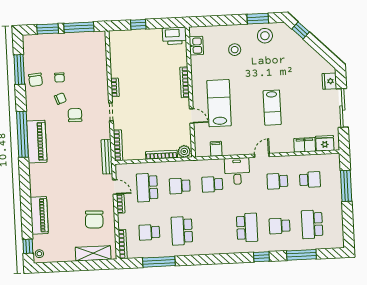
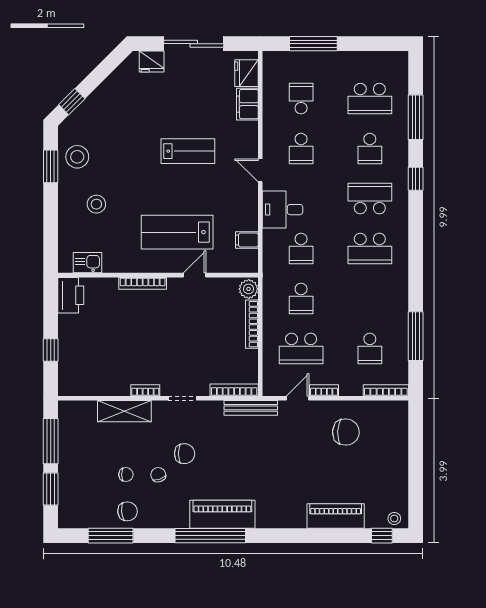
chair: (75, 115) -> (185, 454), turned 180
school desk: (182, 231) -> (370, 249), moved
shelving: (93, 253) -> (124, 411), moved, turned 90

